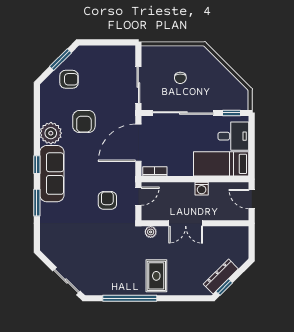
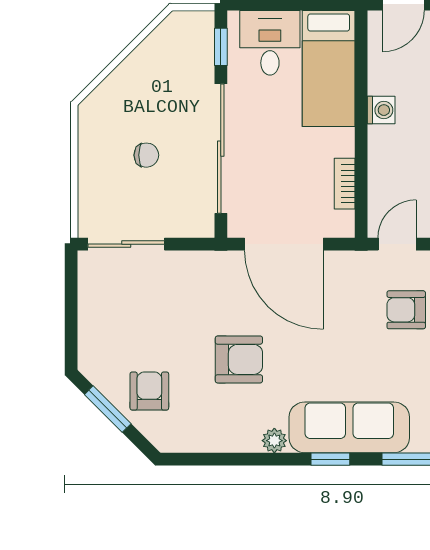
sliding door: (138, 85) -> (126, 244), moved
plant: (51, 133) -> (274, 441), width x0.53, depth x0.53
bookcase: (155, 171) -> (345, 184), moved
door: (138, 196) -> (397, 244), hinge flipped

